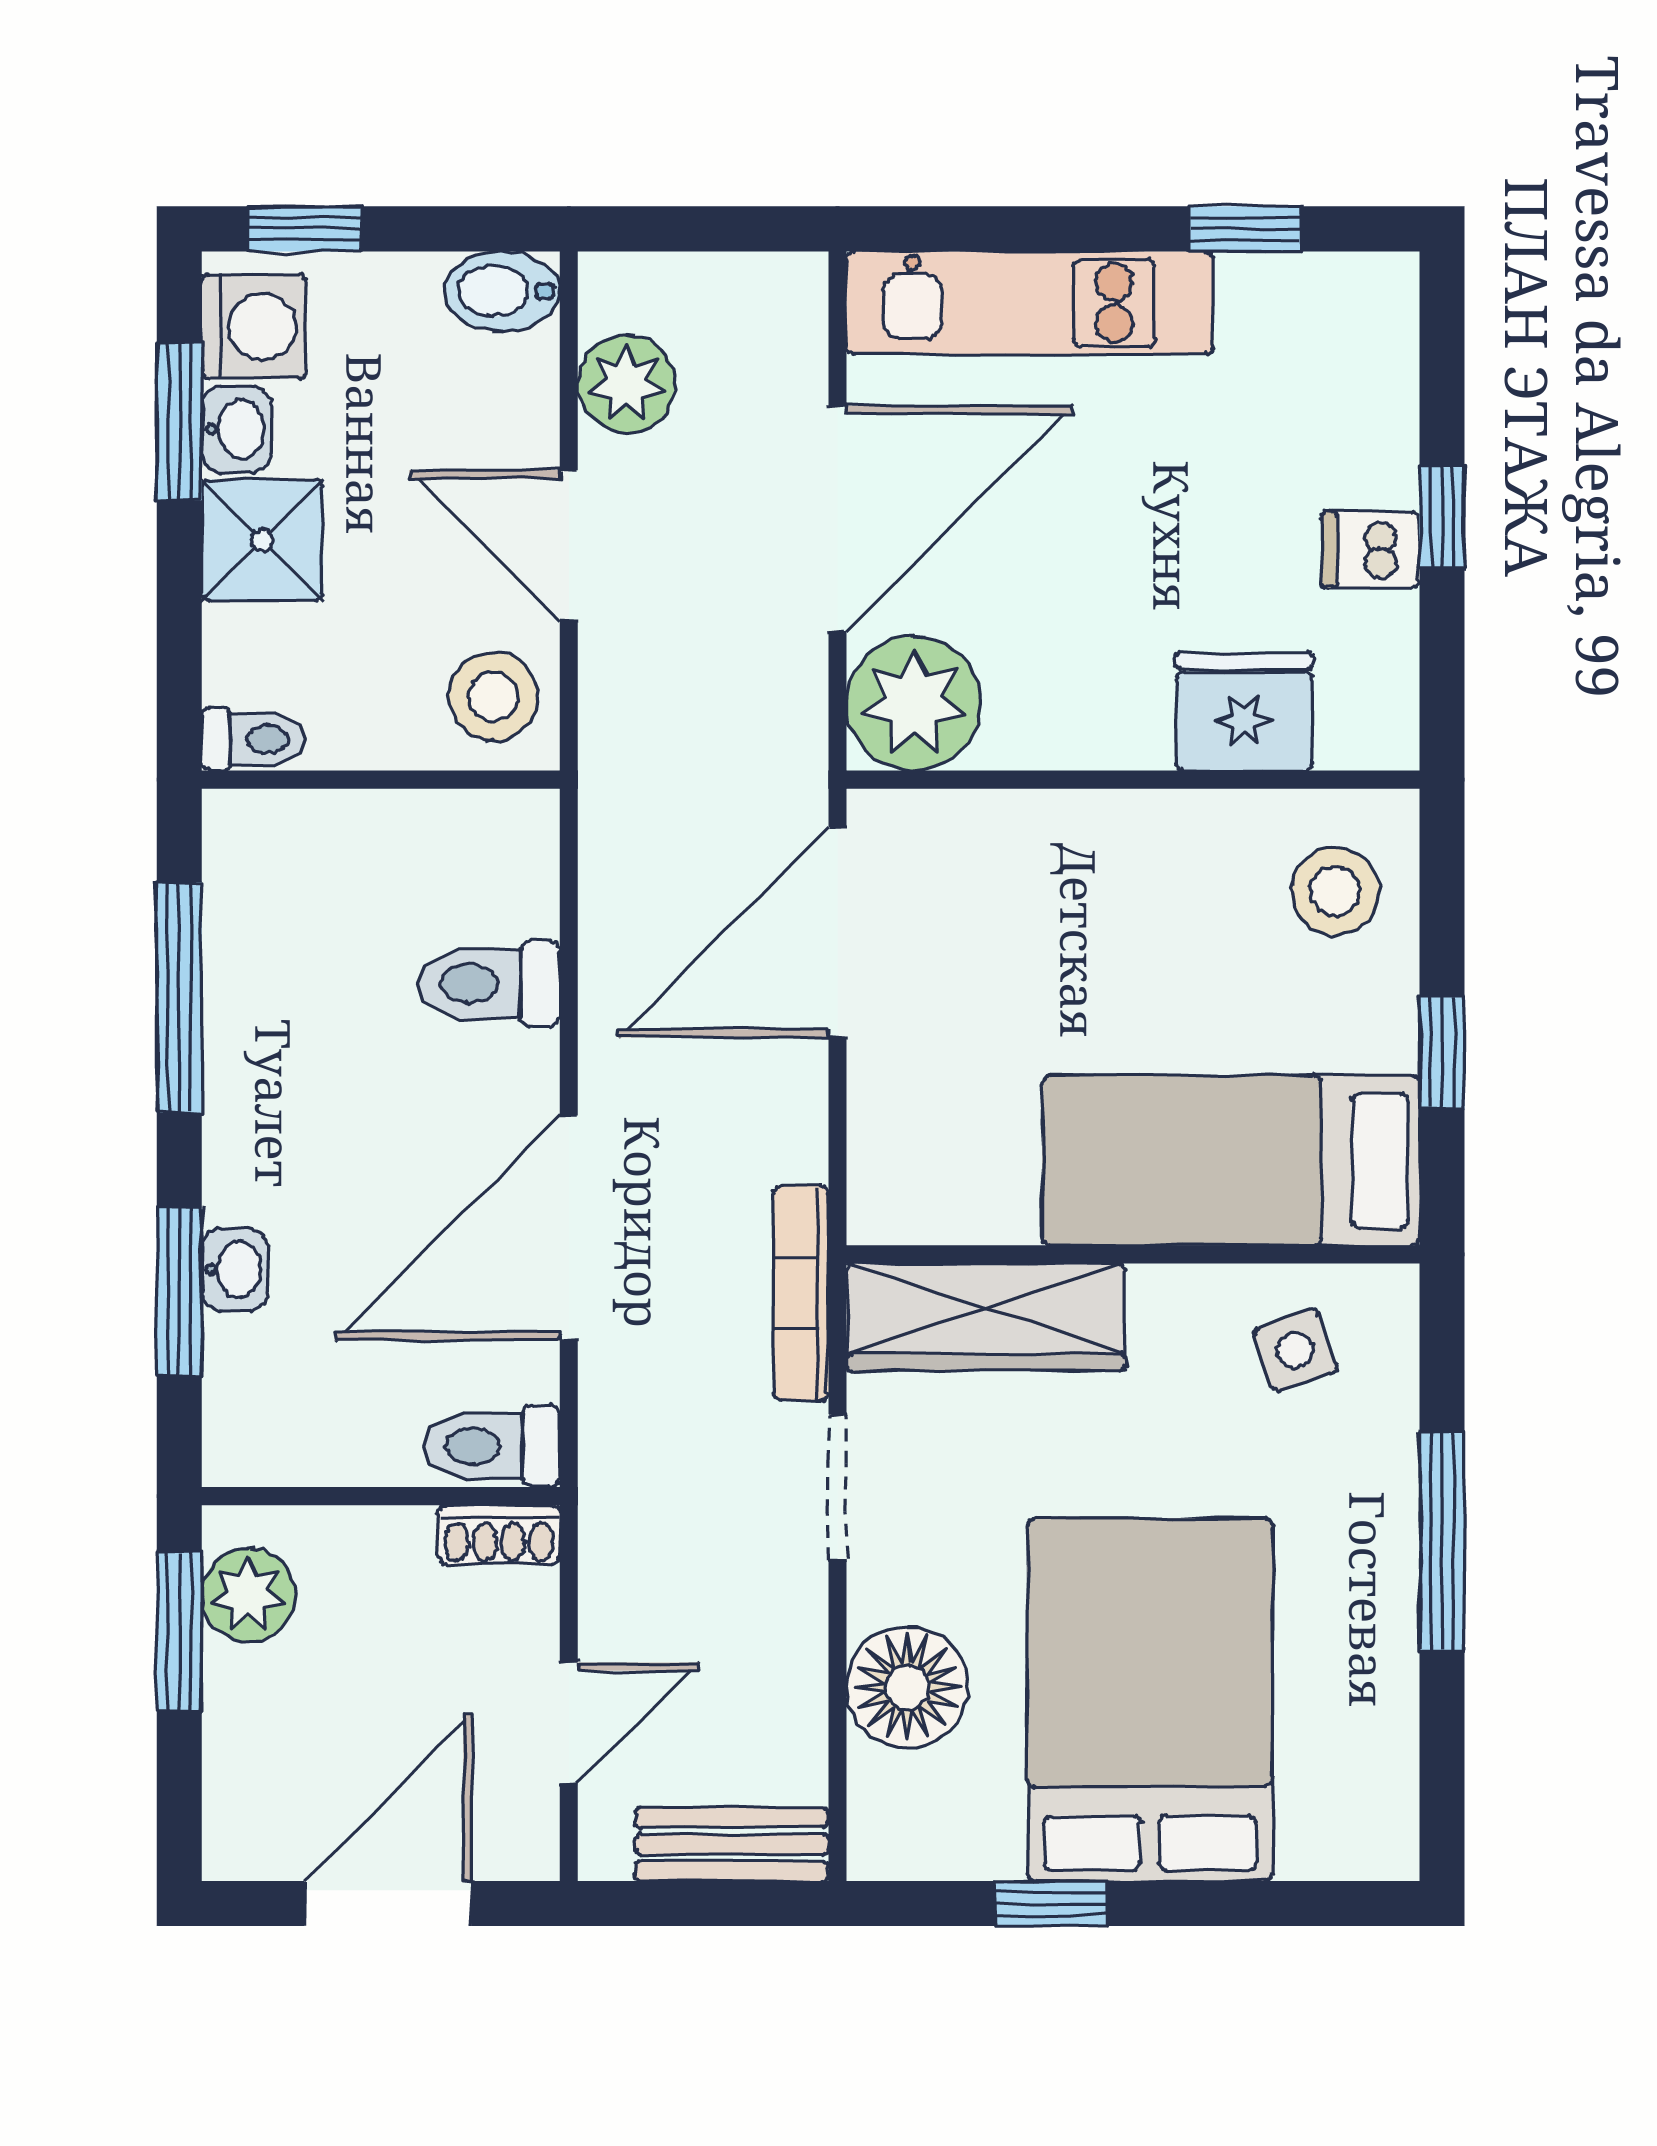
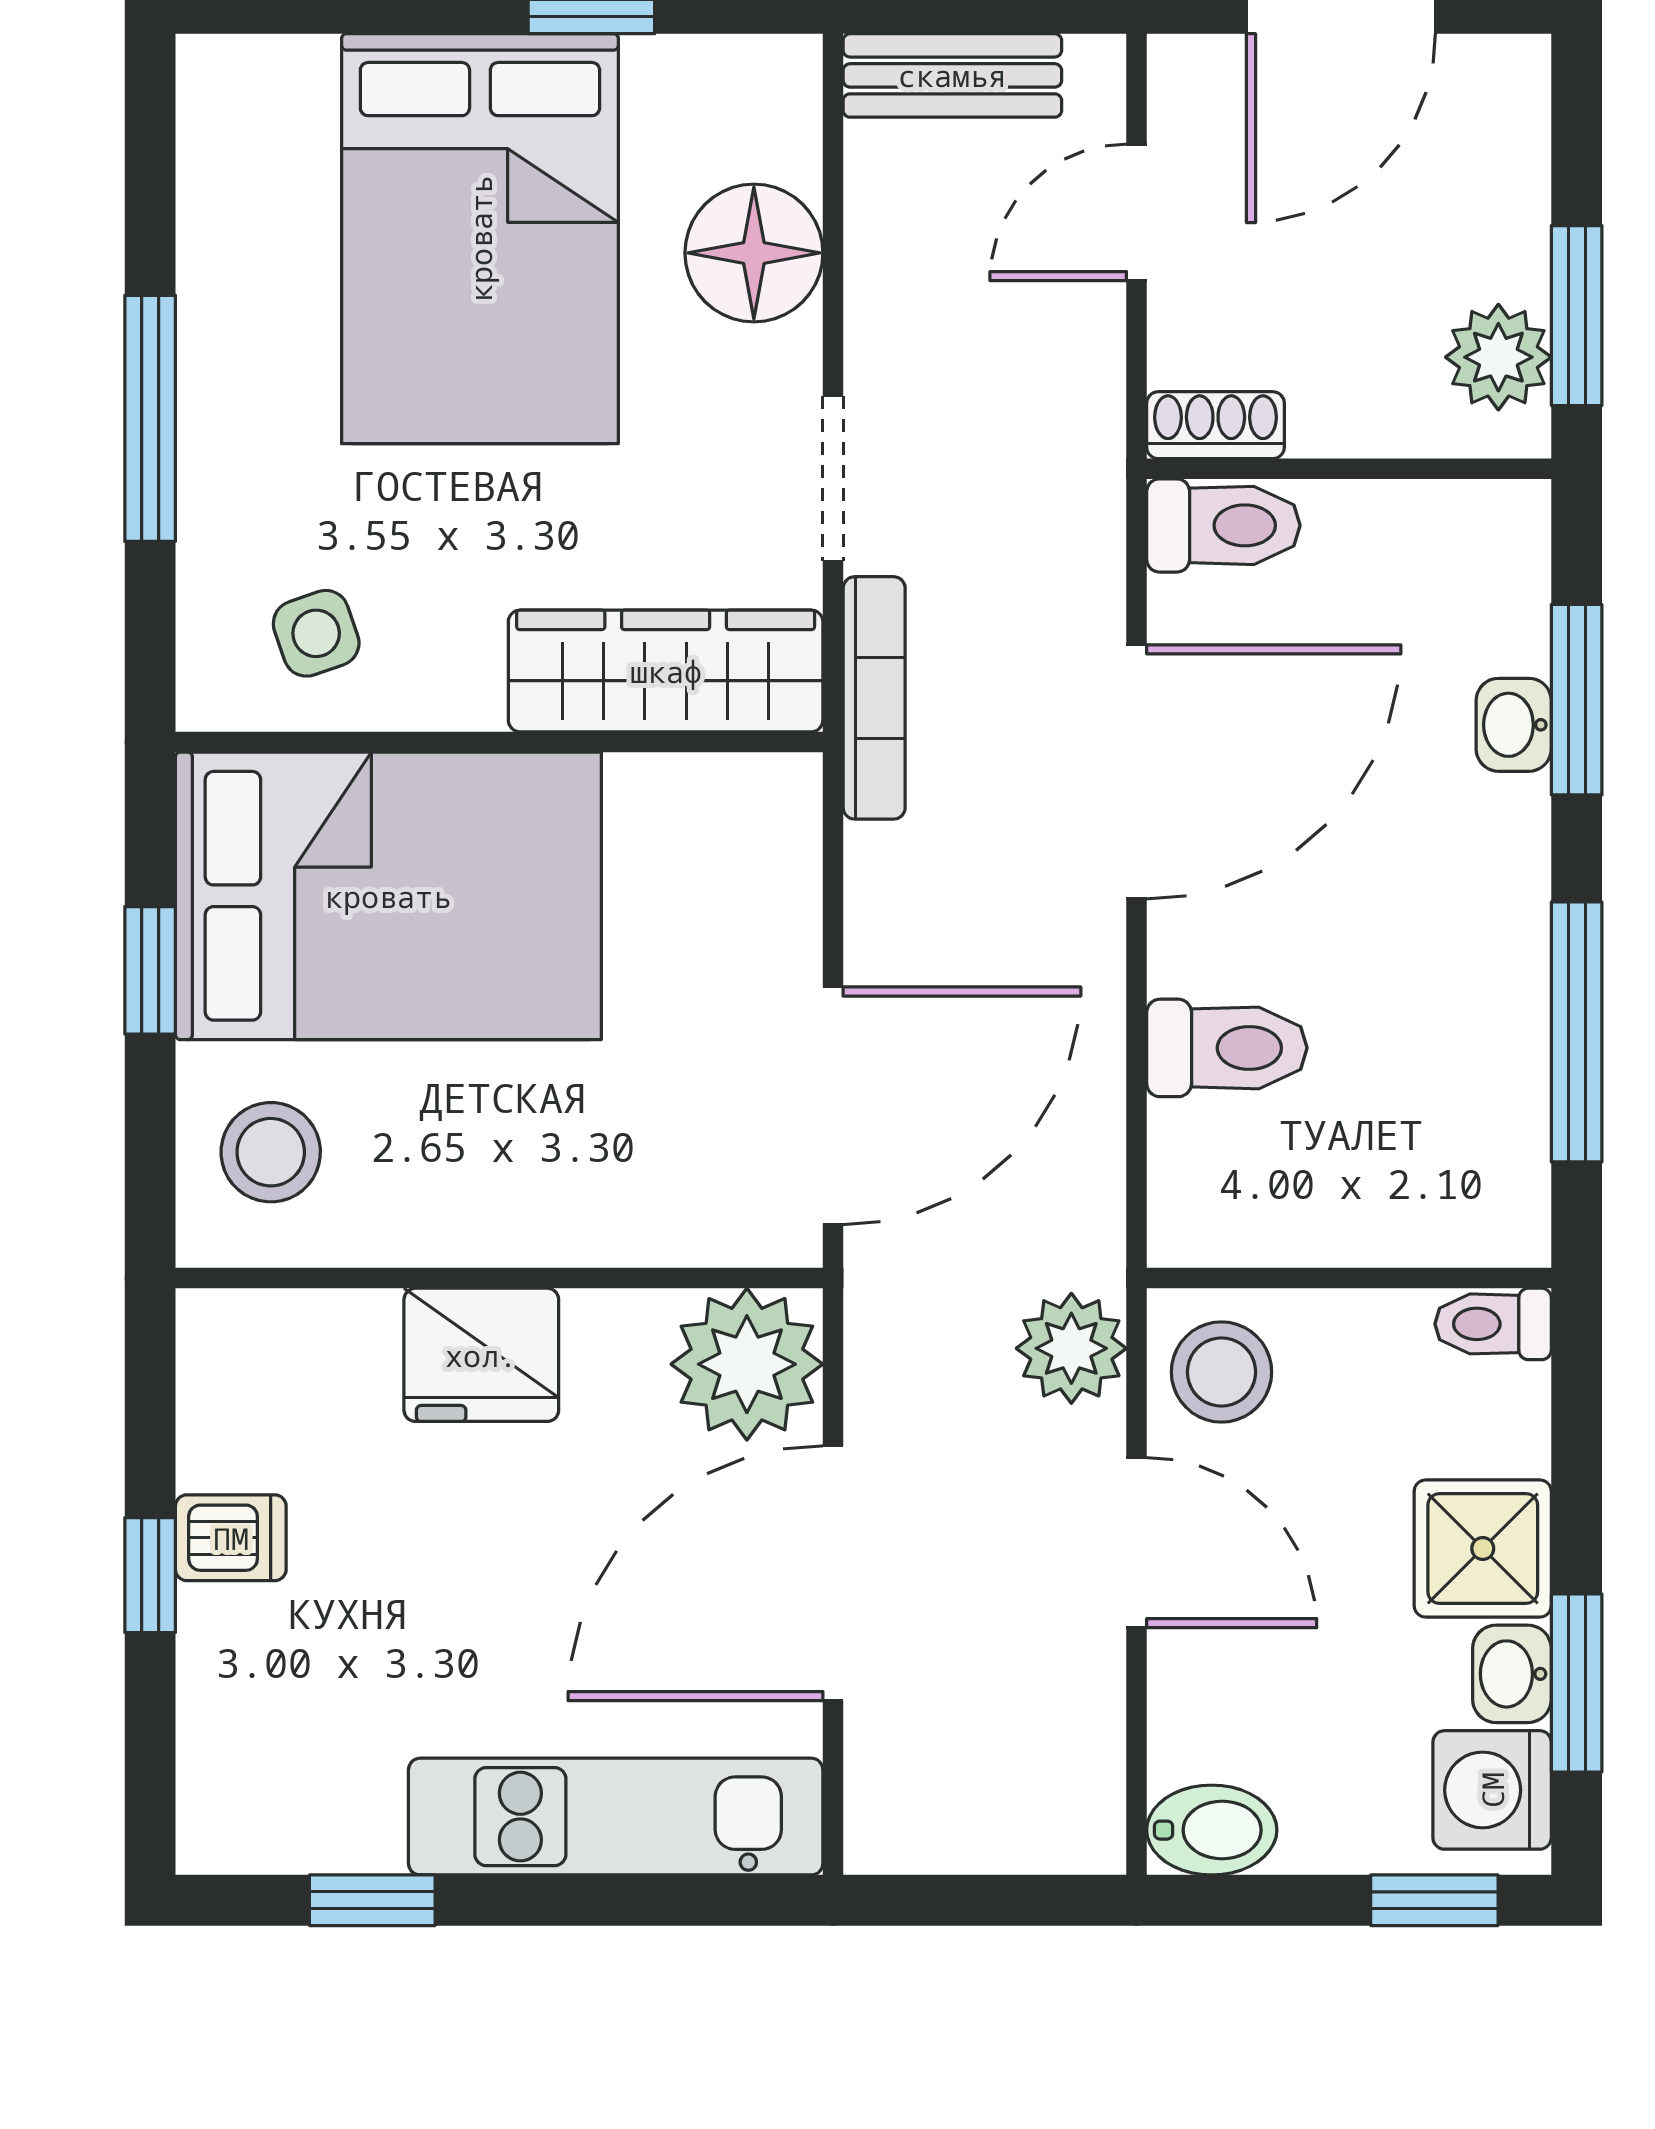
plant: (627, 384) -> (1071, 1348), moved
fridge: (1244, 712) -> (481, 1355), moved
bed: (1231, 1160) -> (388, 896), width x1.50

